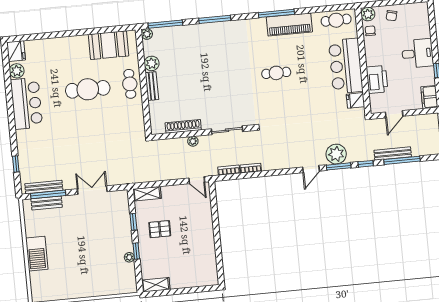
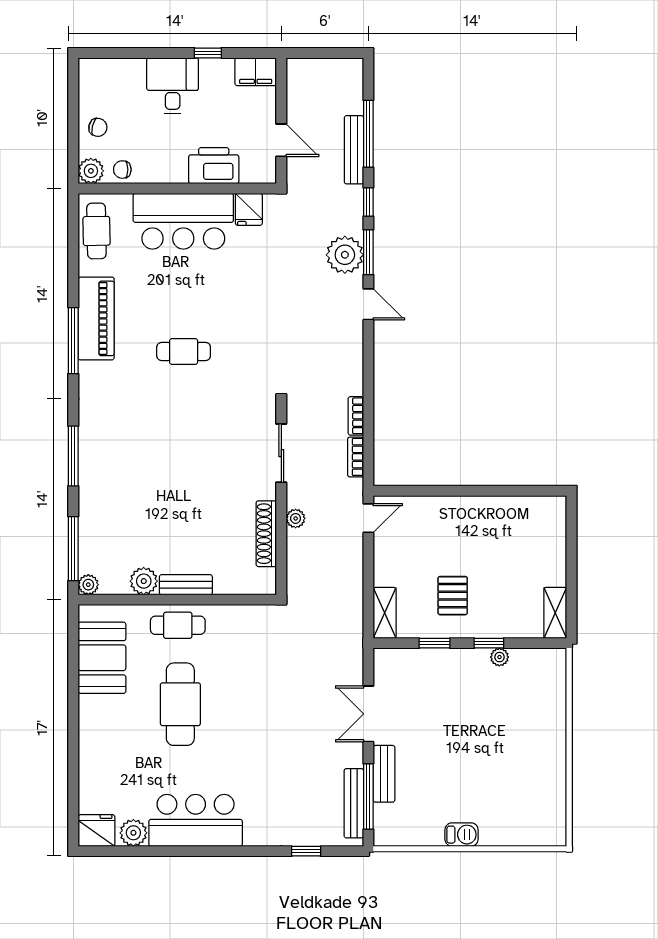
cafe table: (276, 73) -> (184, 352), turned 90
bench: (47, 203) -> (384, 774), moved
barbecue: (37, 254) -> (462, 835), width x0.53, depth x0.65

